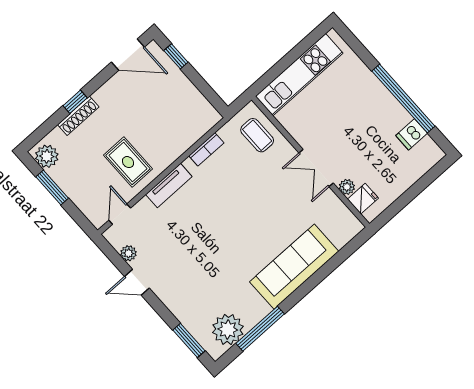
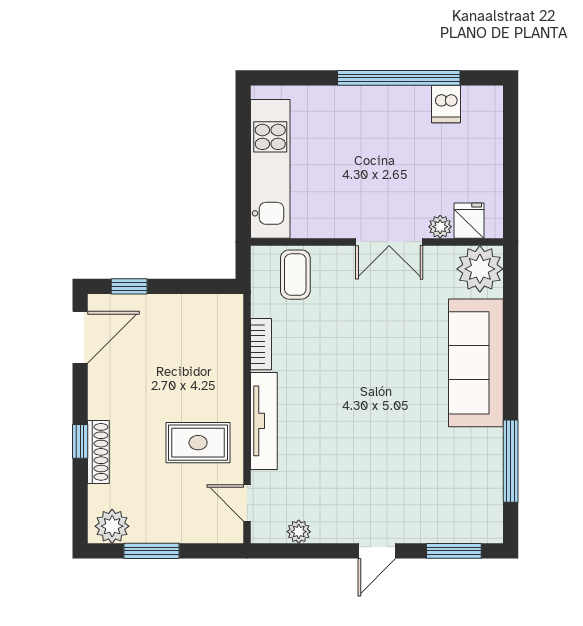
coffee table: (257, 135) -> (295, 275), turned 90
tv unit: (169, 186) -> (264, 421), width x1.41
door: (137, 282) -> (377, 551), moved
plant: (228, 329) -> (480, 269), moved

